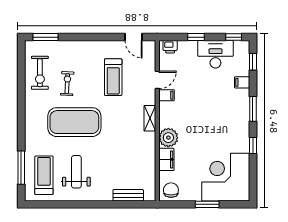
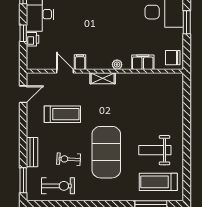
printer: (170, 47) -> (33, 39), moved
plant: (168, 138) -> (117, 65), width x0.53, depth x0.53
bench: (128, 195) -> (32, 152), moved

